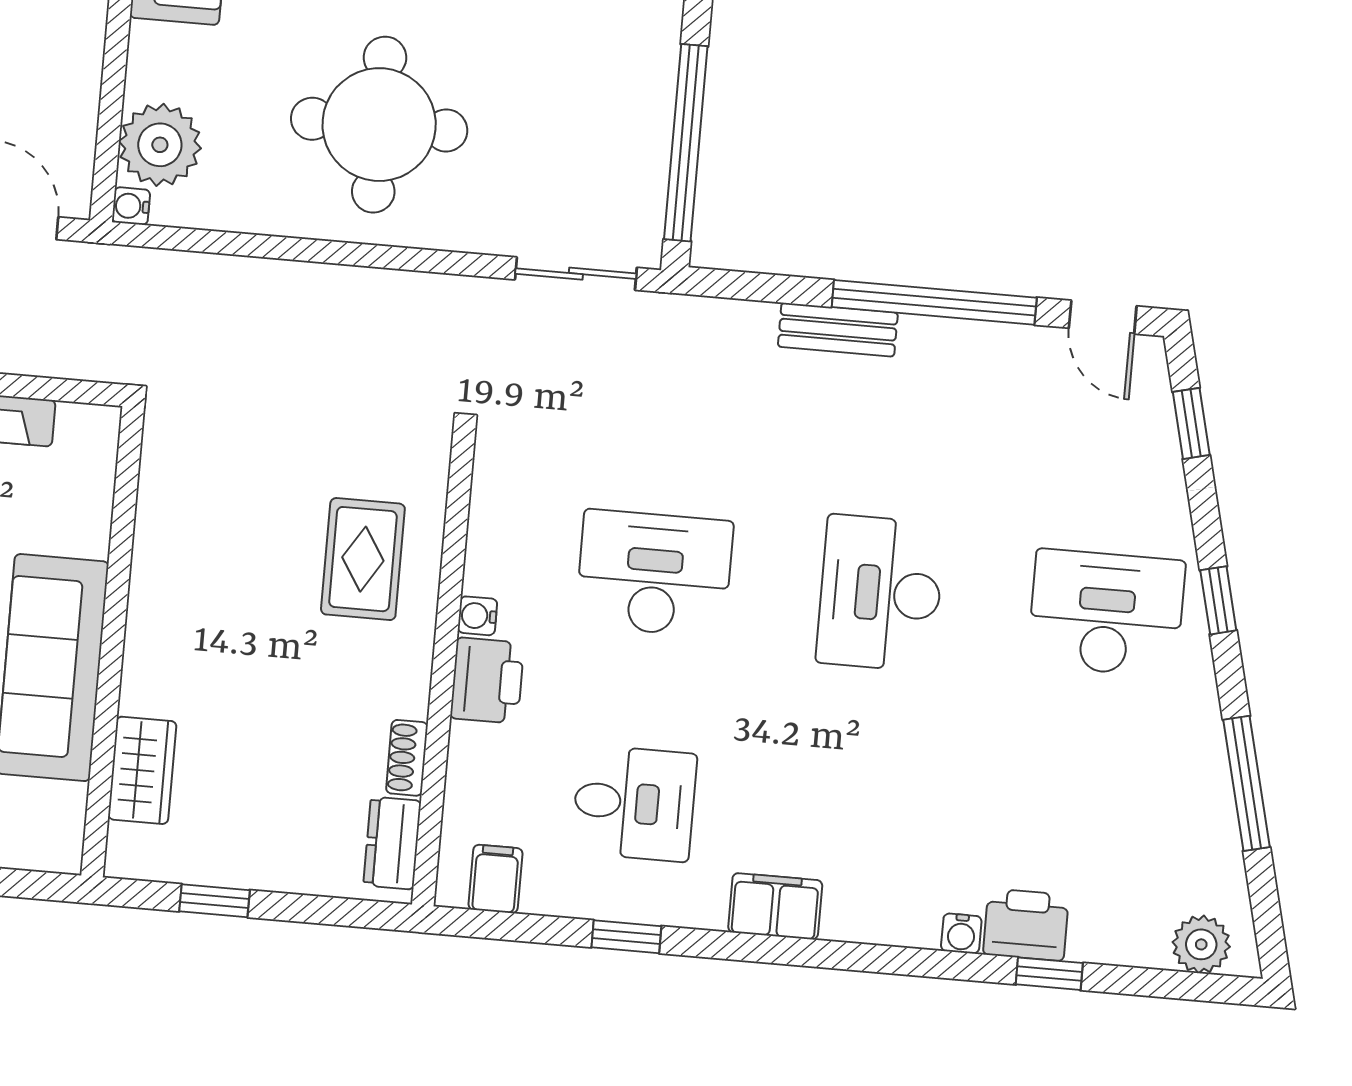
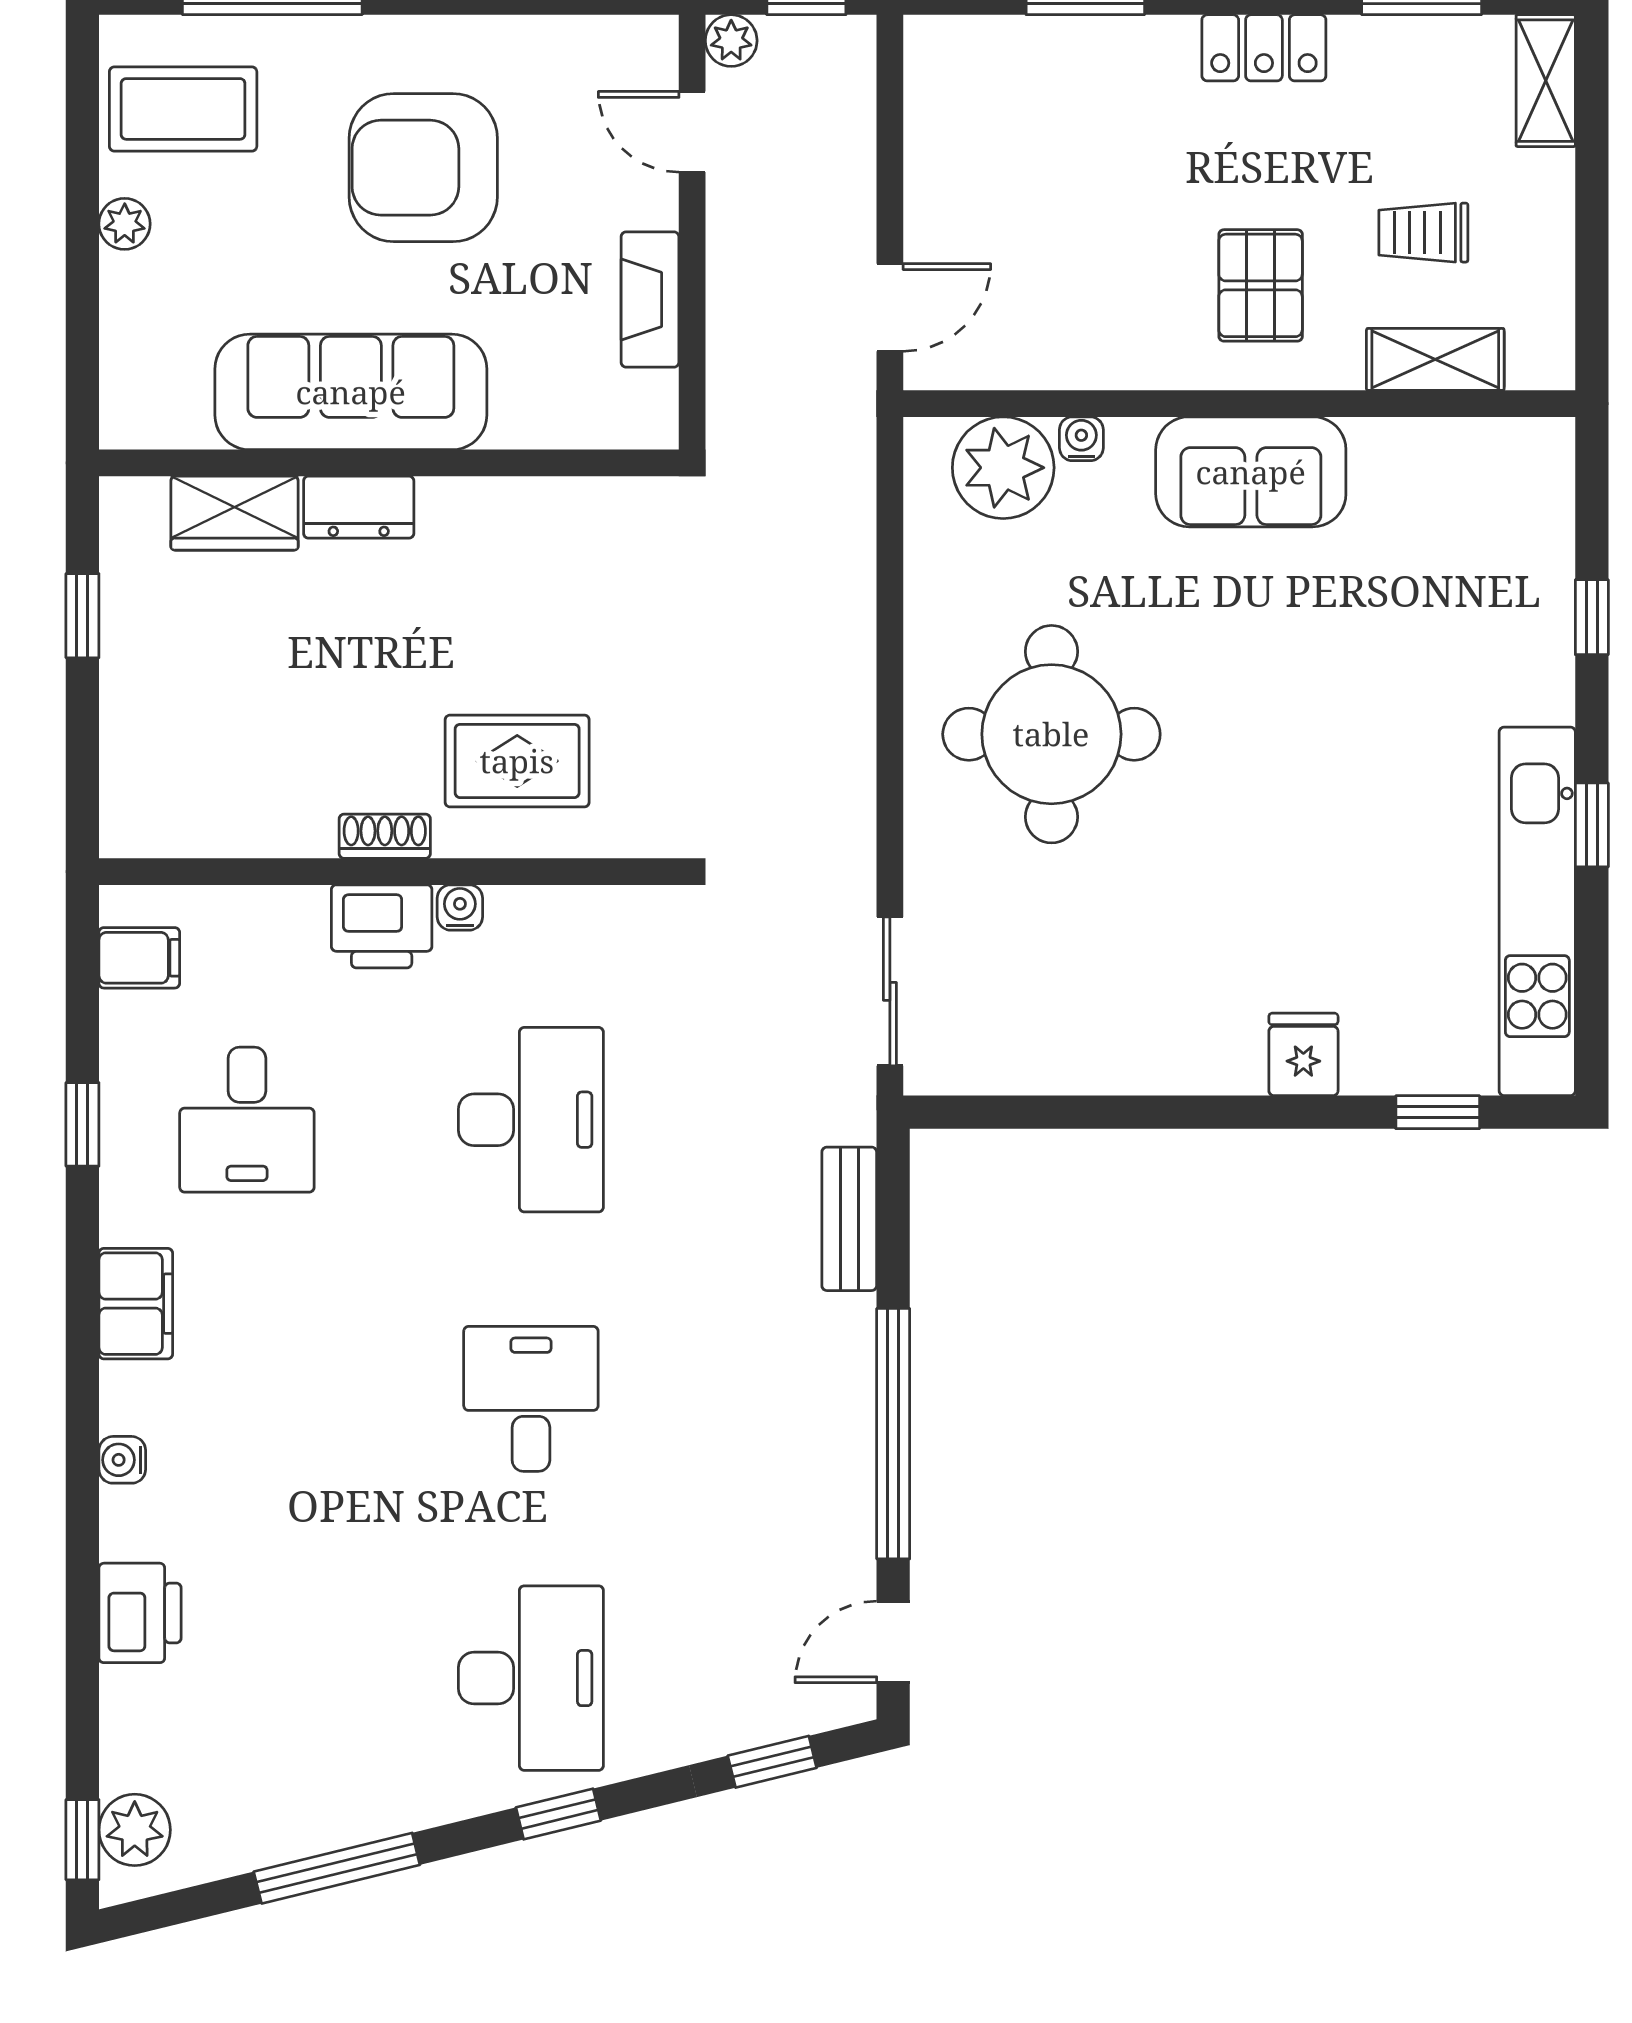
window: (686, 143) -> (1062, 1112), removed
water cooler: (131, 206) -> (1081, 439), moved
bench: (838, 330) -> (849, 1219), moved
desk: (880, 593) -> (531, 1399), width x0.73
shoe rack: (407, 758) -> (385, 836), moved
dresser: (392, 843) -> (359, 507), moved, turned 180
water cooler: (961, 934) -> (122, 1460), moved
window: (1049, 974) -> (82, 1840), moved

